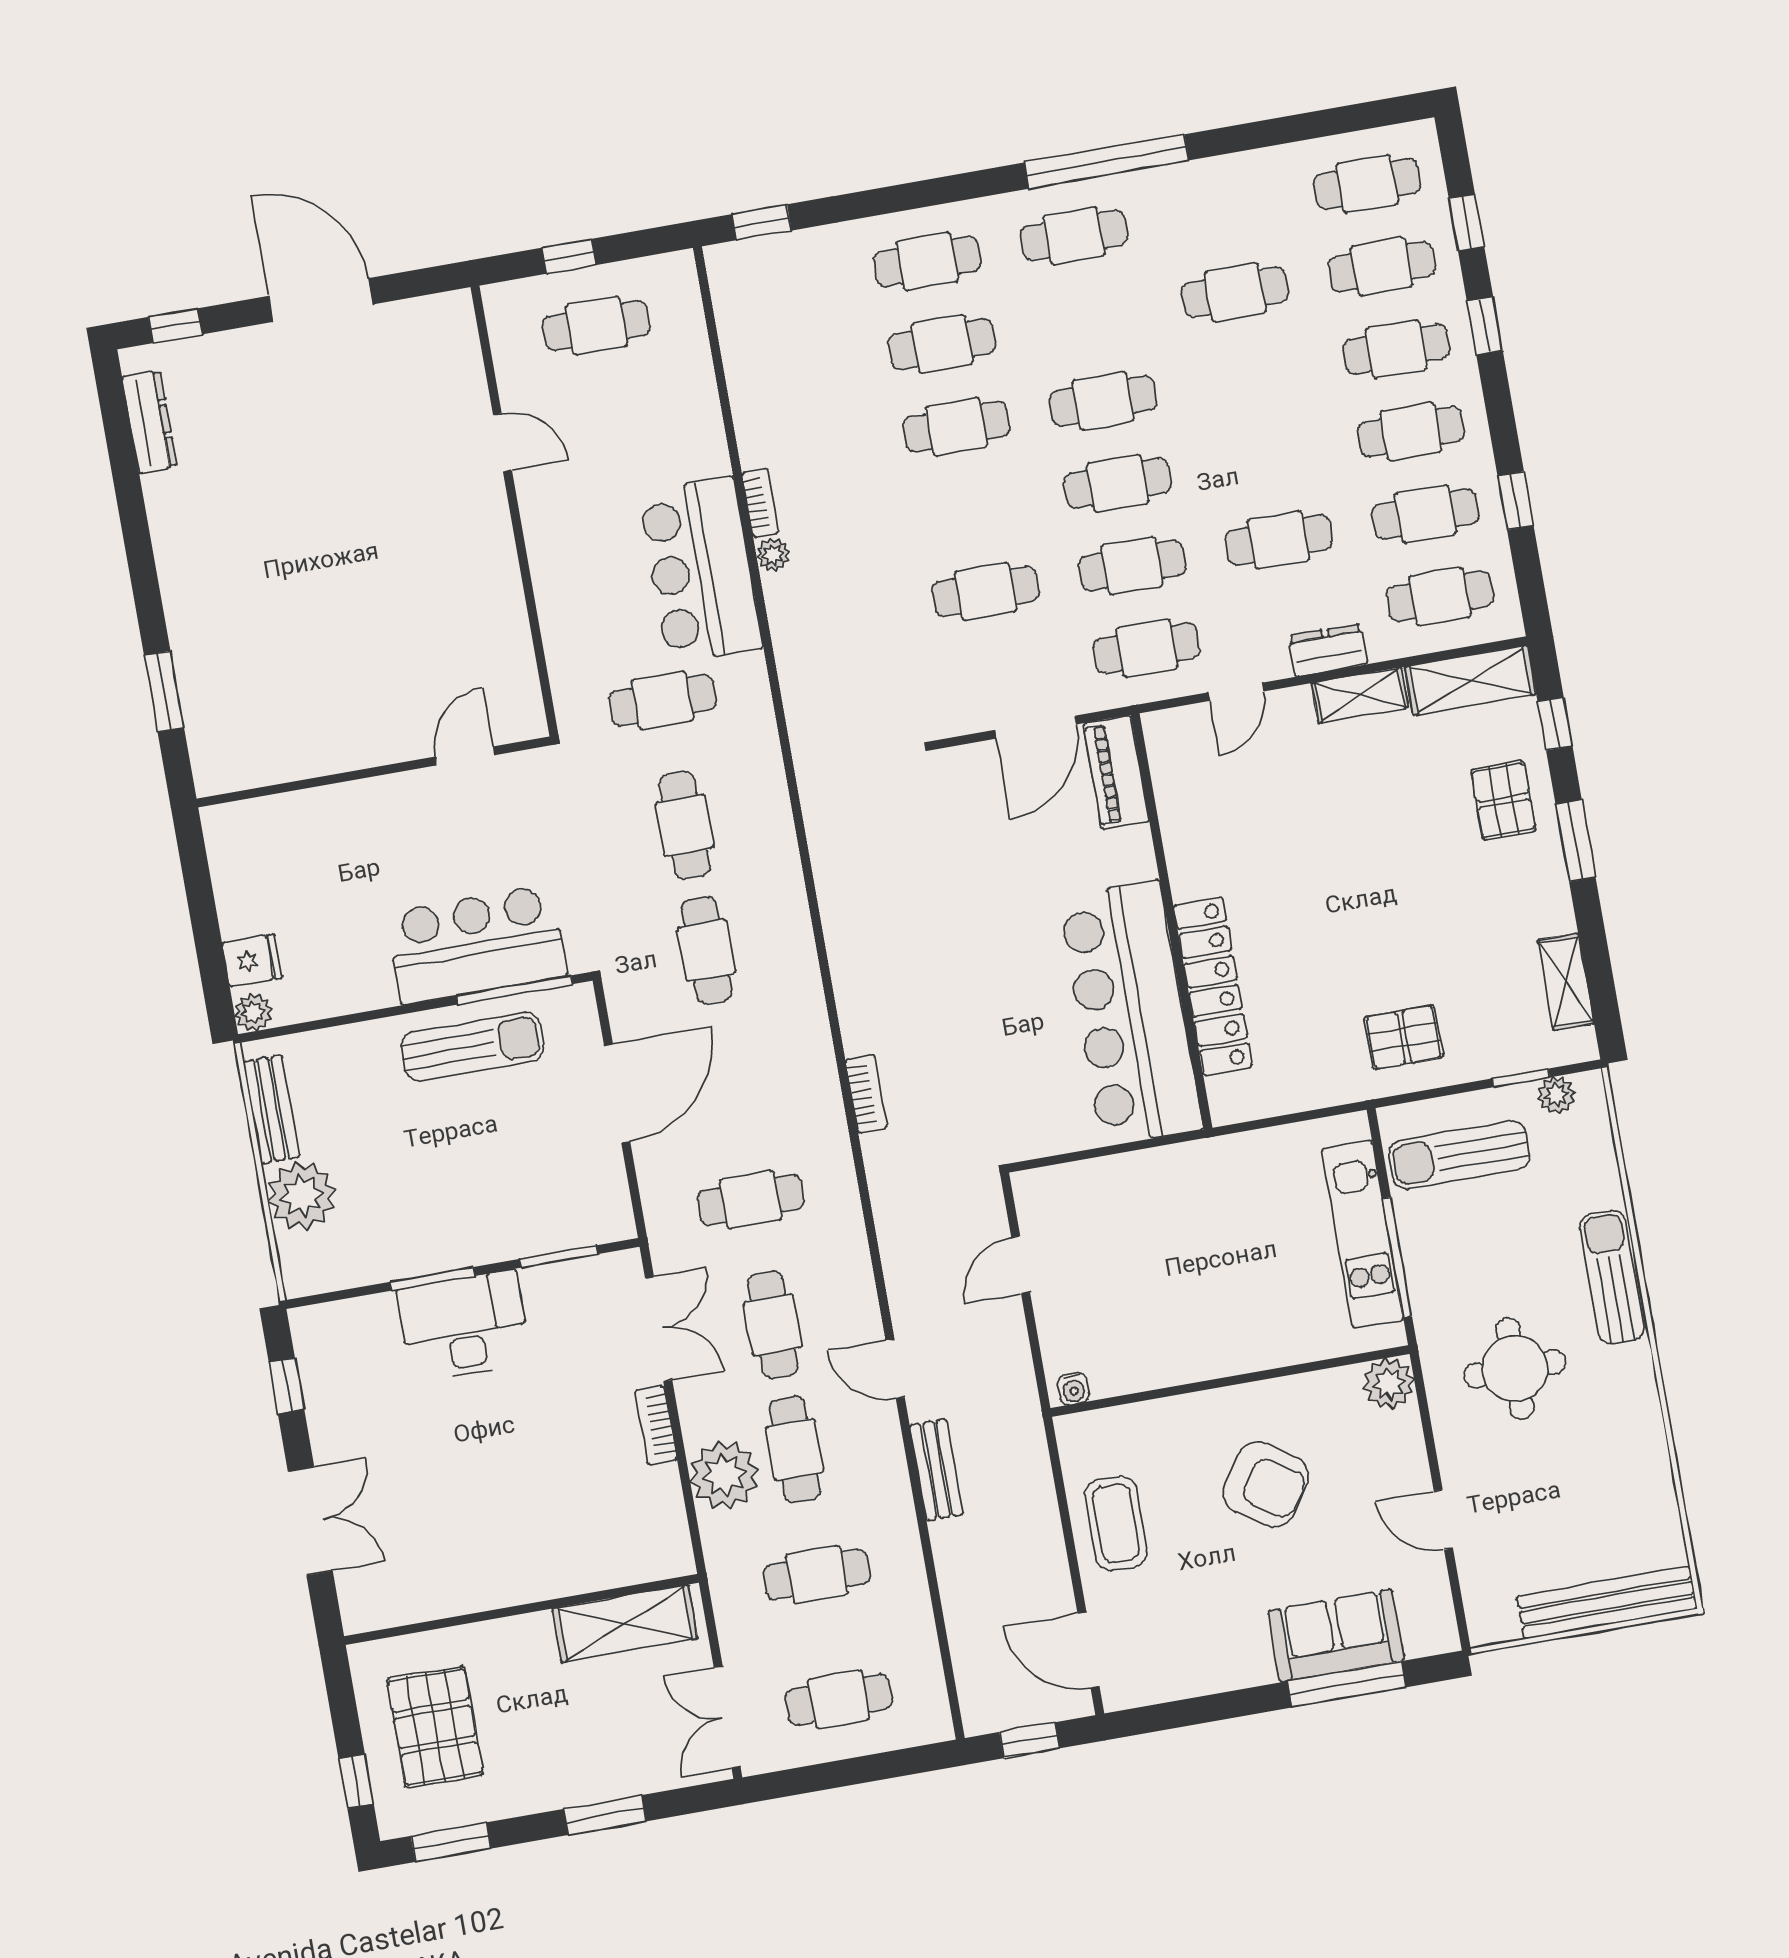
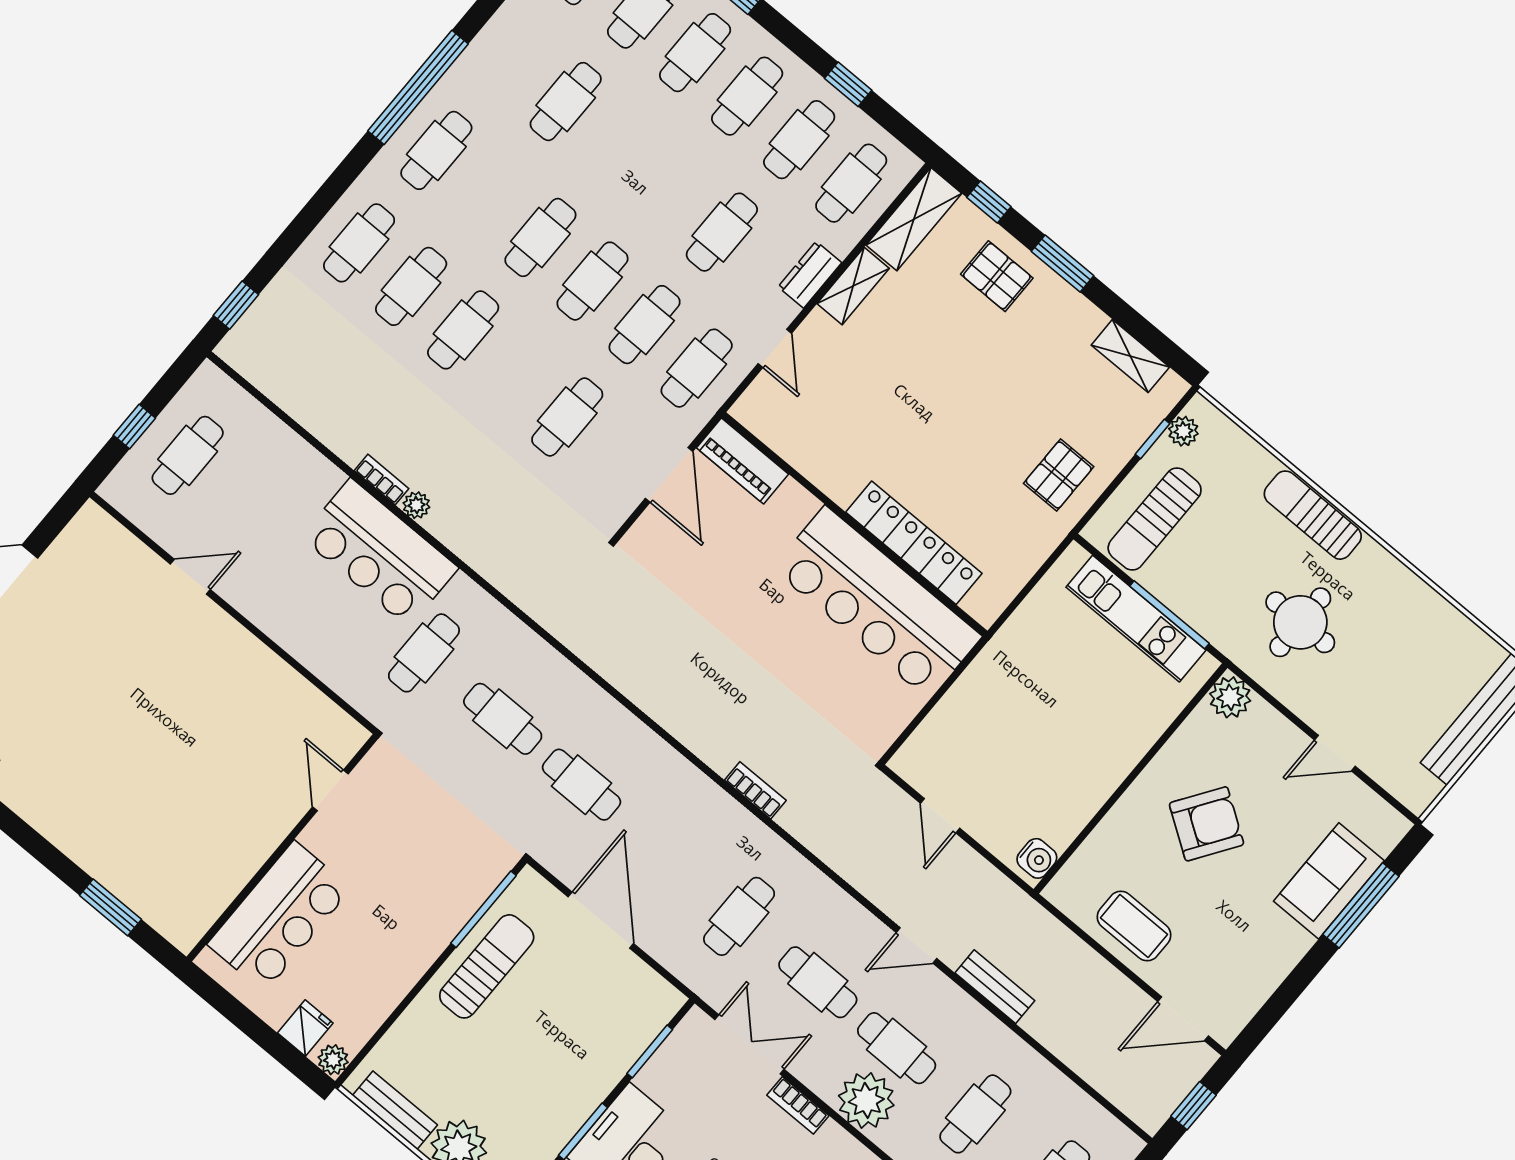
bar counter: (477, 944) -> (279, 916), moved, turned 180
water cooler: (1073, 1389) -> (1037, 858), width x1.38, depth x1.38

